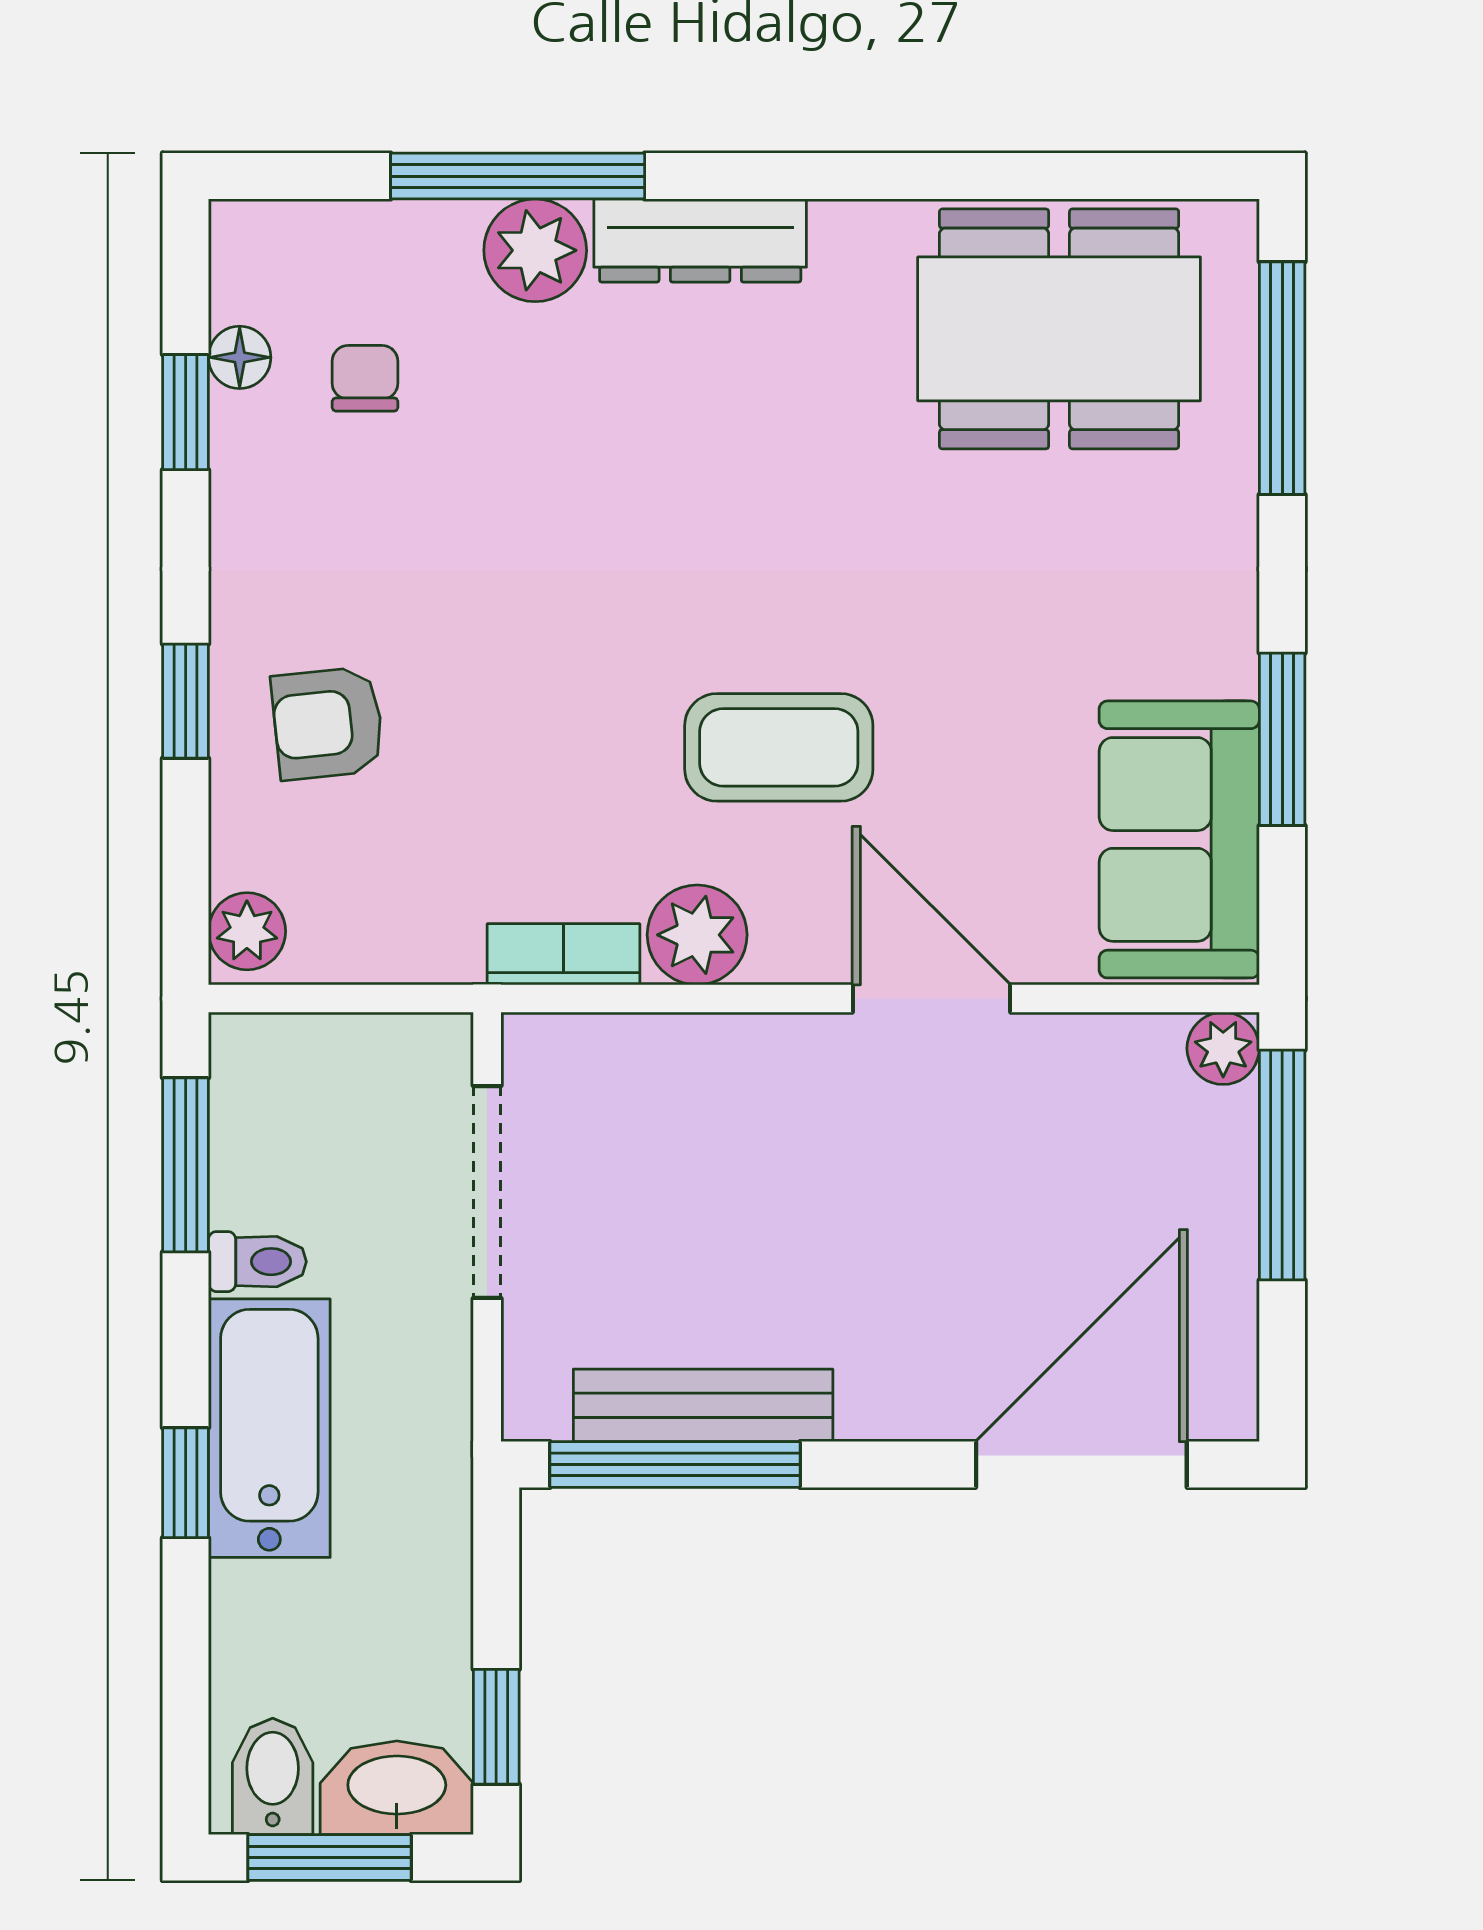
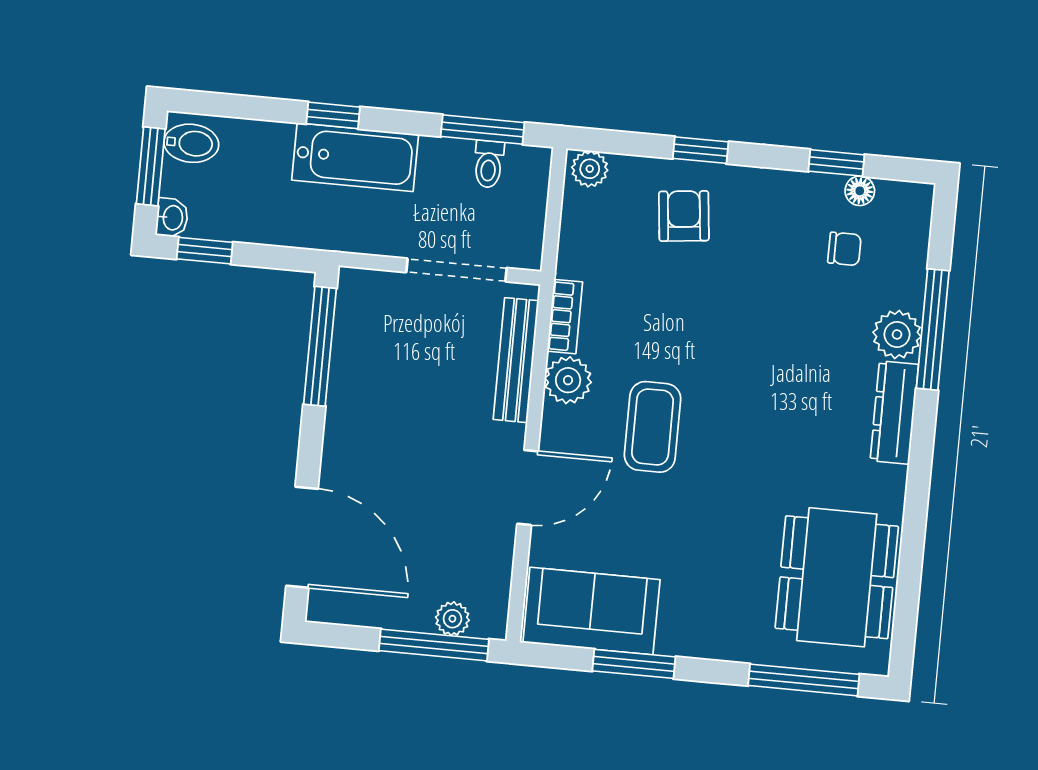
plant: (1223, 1048) -> (452, 619), moved
toilet: (257, 1262) -> (489, 164), moved
bench: (703, 1405) -> (516, 360), moved
washbasin: (397, 1788) -> (172, 218), width x0.52, depth x0.69

